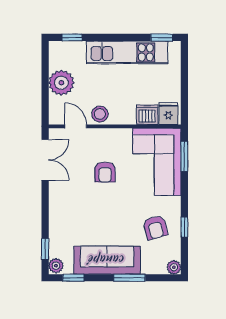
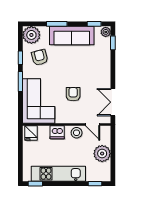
dishwasher: (147, 115) -> (57, 132), moved
window: (184, 156) -> (20, 81), moved
plant: (174, 267) -> (31, 35), width x1.87, depth x1.87

